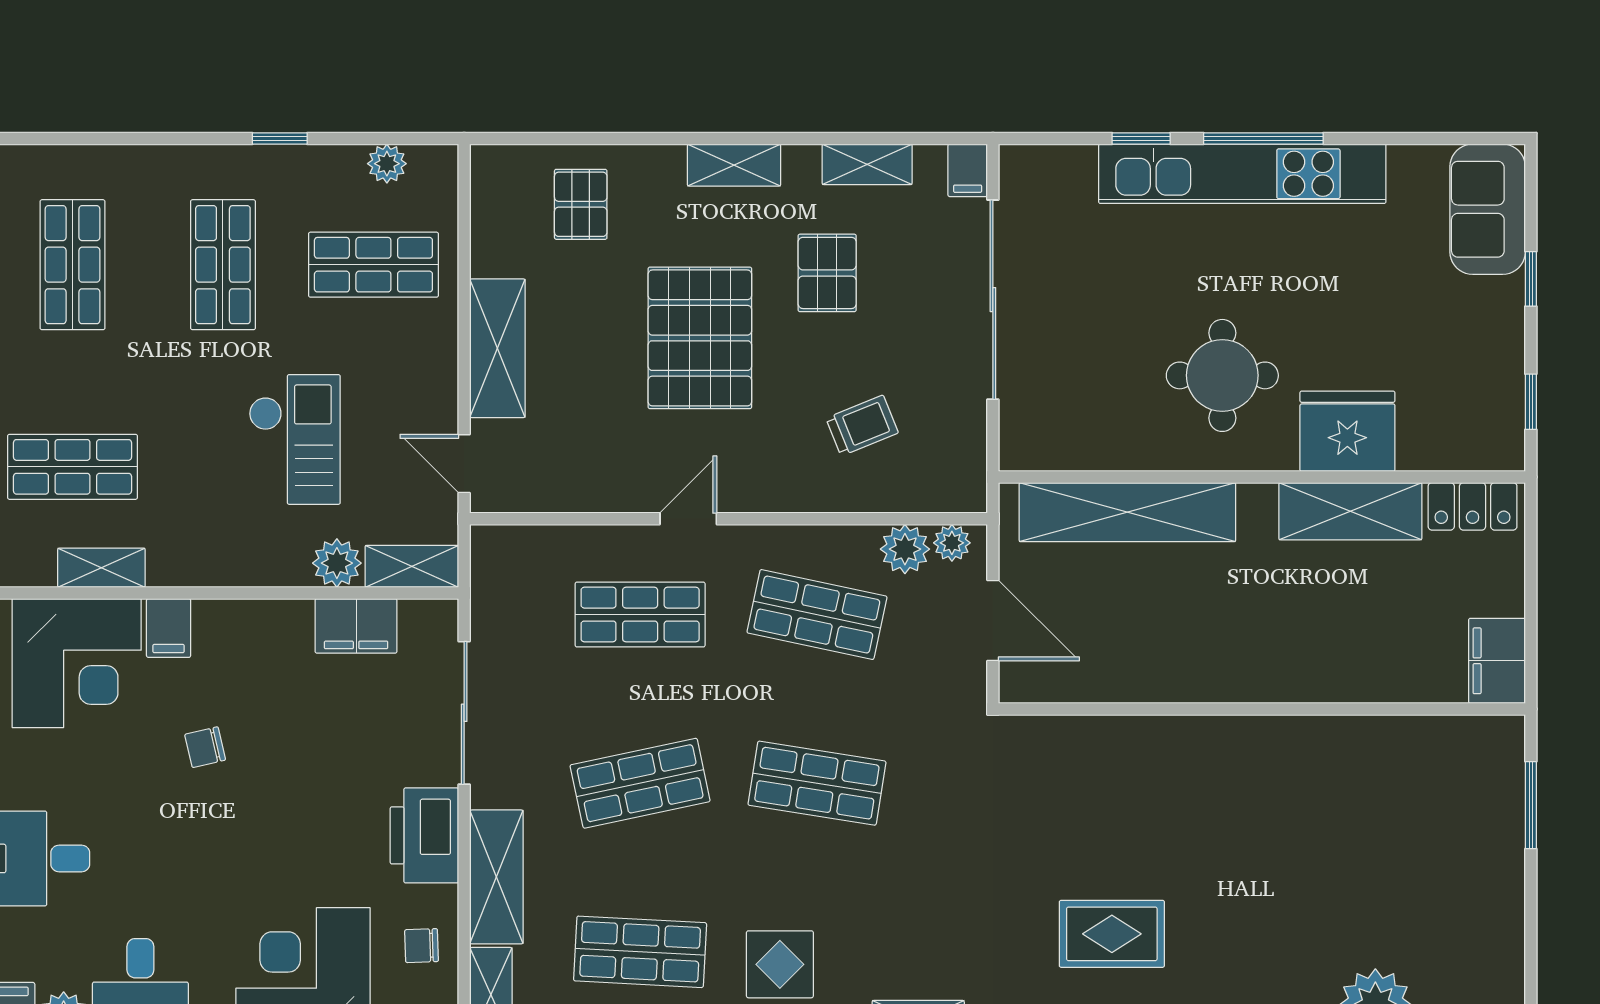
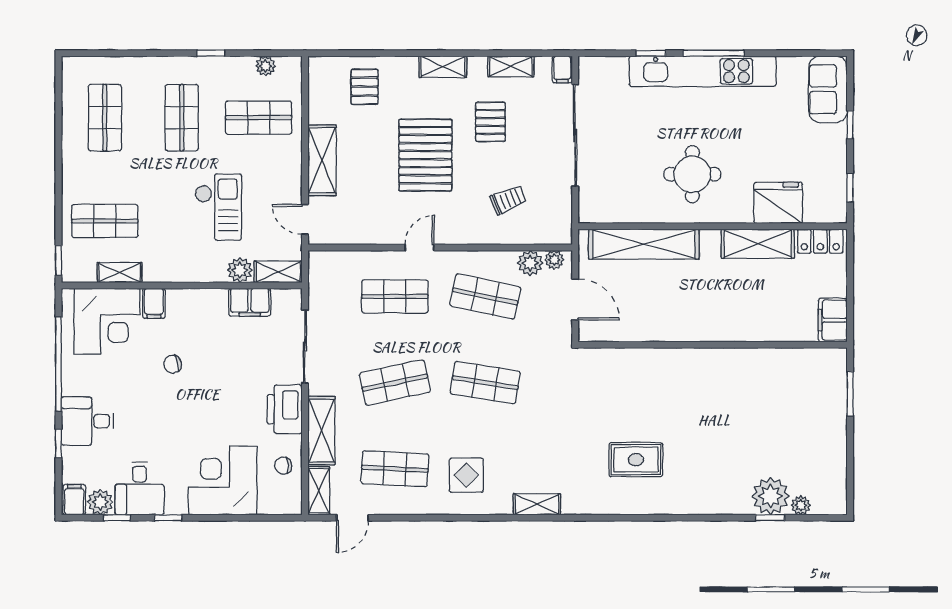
fridge: (1347, 431) -> (778, 203), moved

